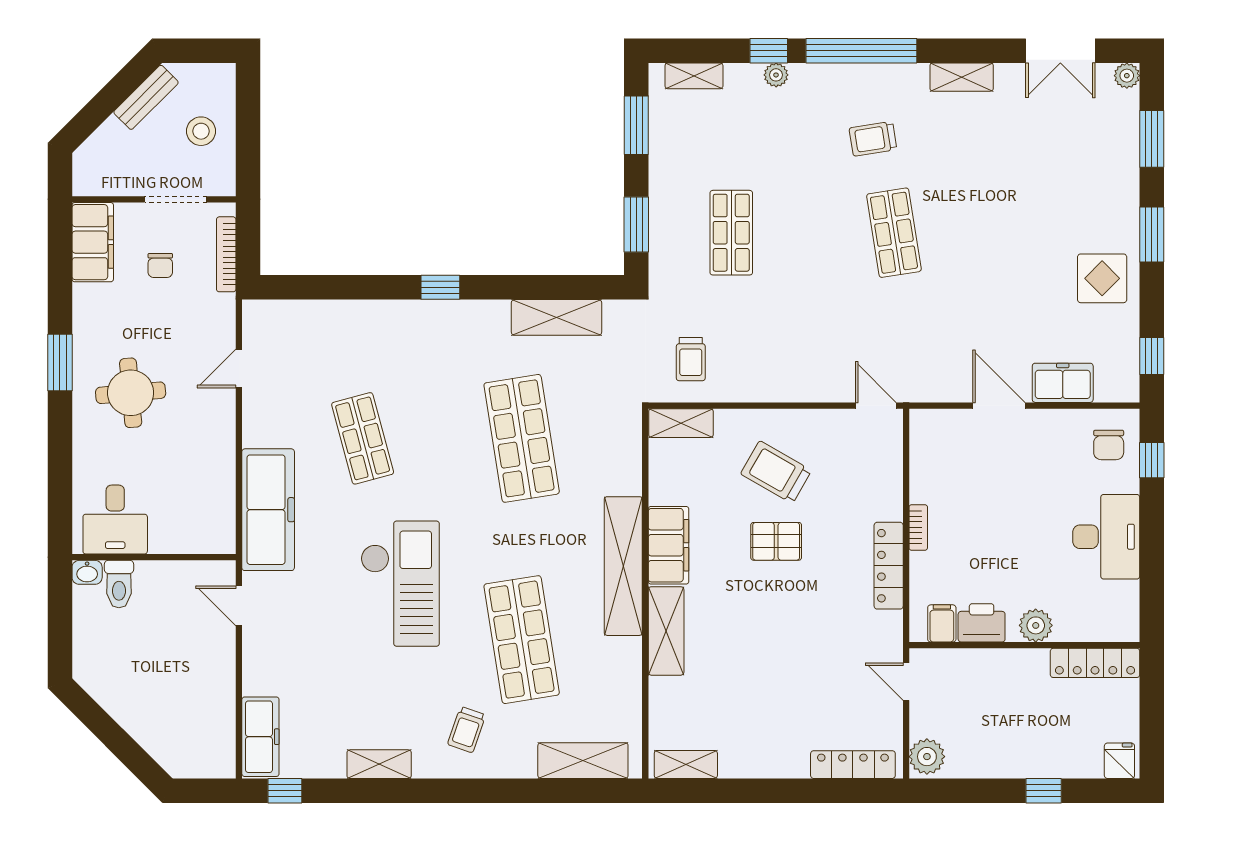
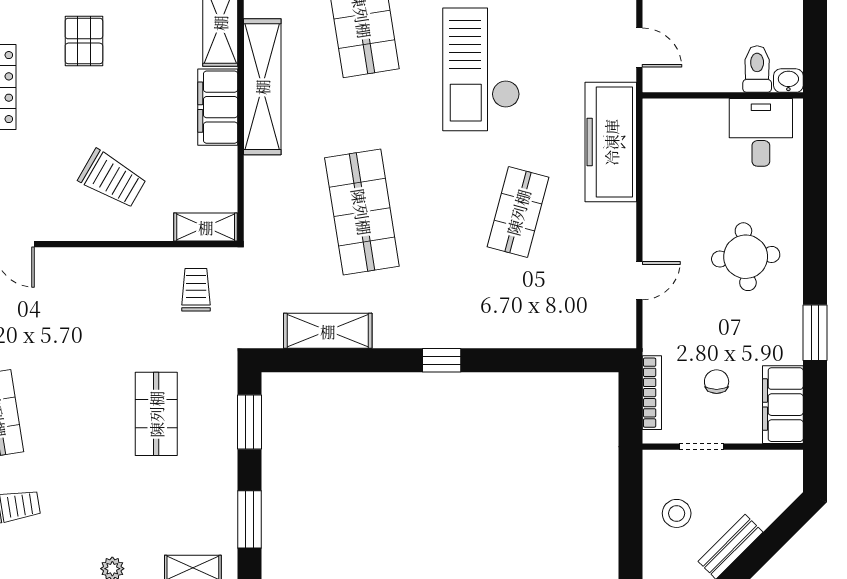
doorway: (176, 199) -> (701, 447), width x0.73
window: (60, 362) -> (815, 333), moved
shop shelf: (363, 438) -> (518, 212), turned 30
pallet: (776, 541) -> (84, 41), moved, turned 90

